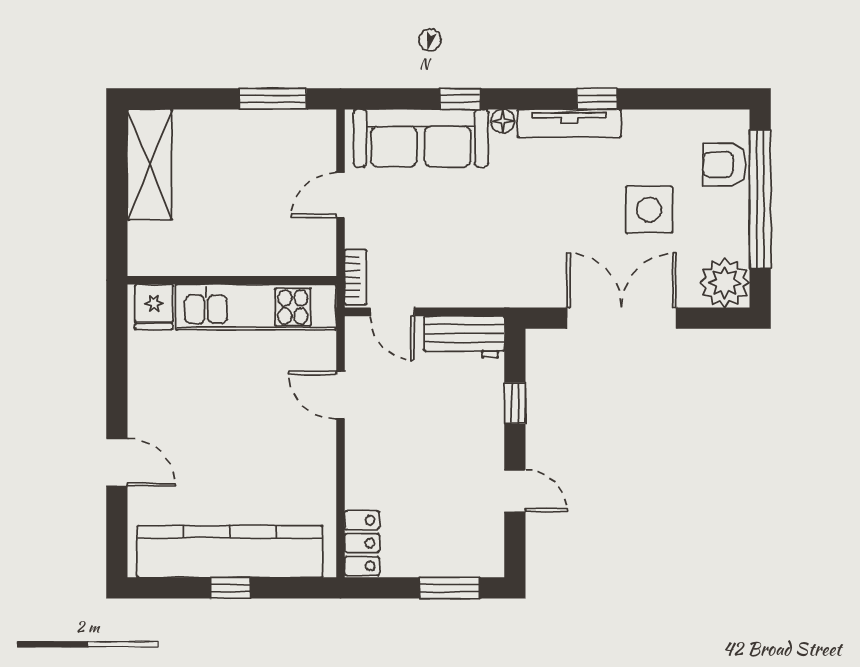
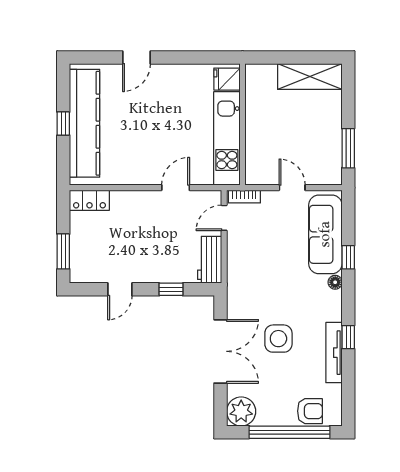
tv unit: (569, 123) -> (334, 353), moved
armchair: (724, 165) -> (310, 411), turned 90
side table: (649, 210) -> (278, 339), moved

